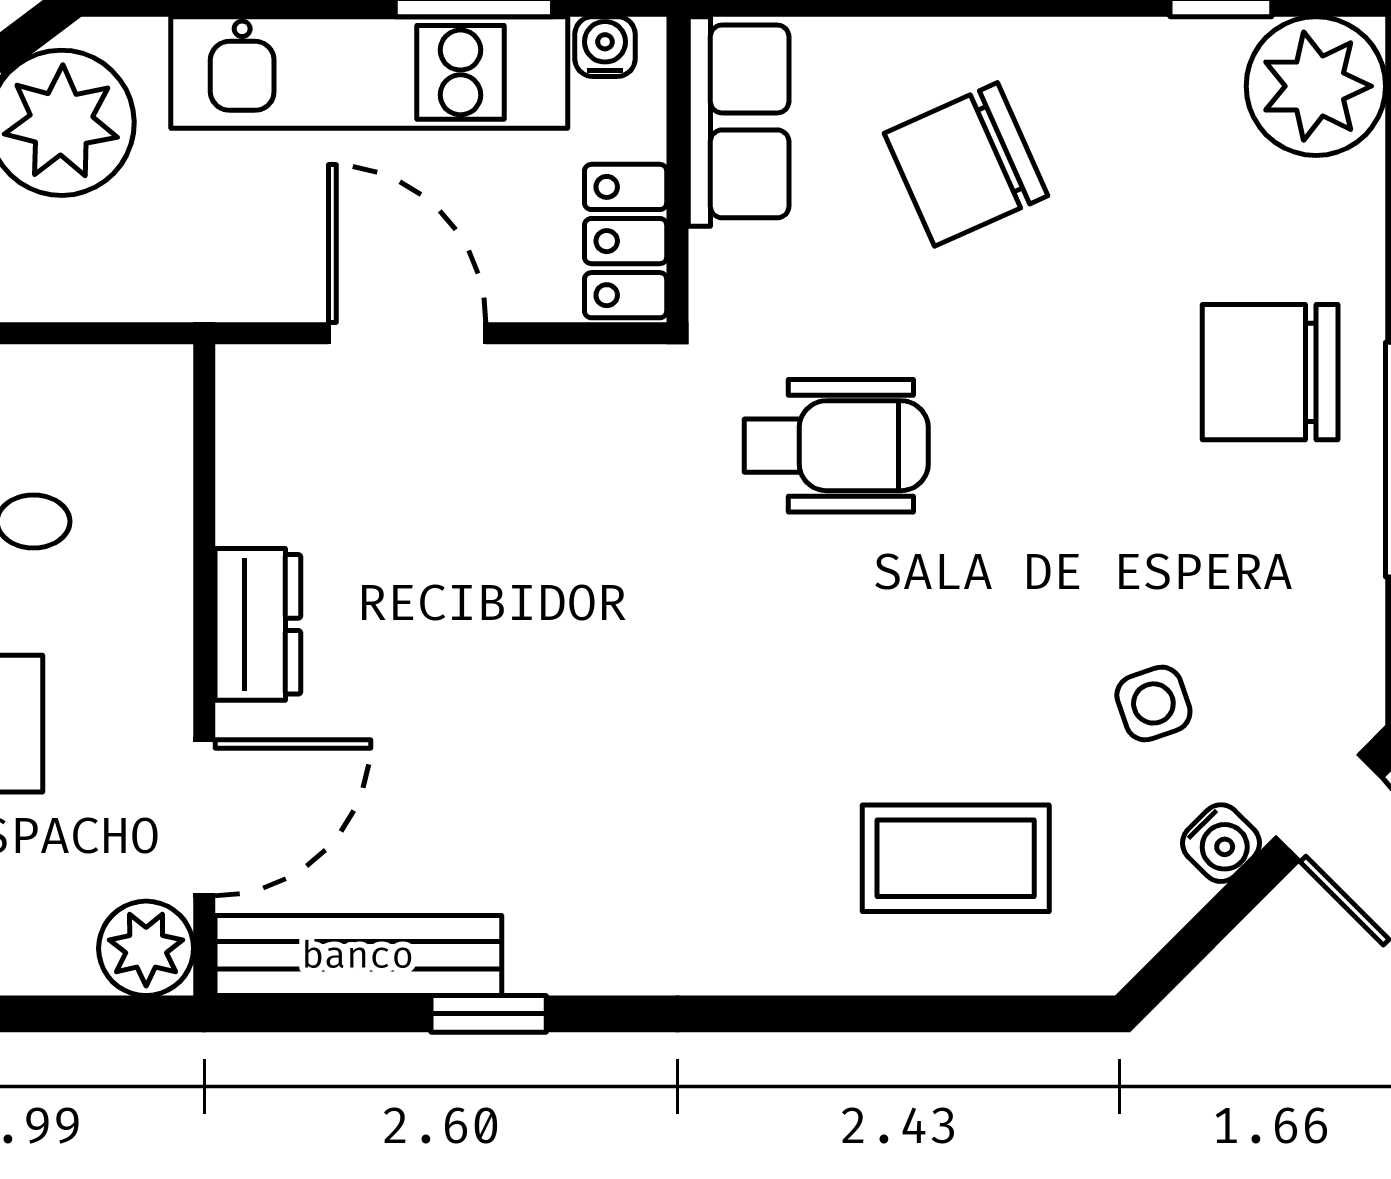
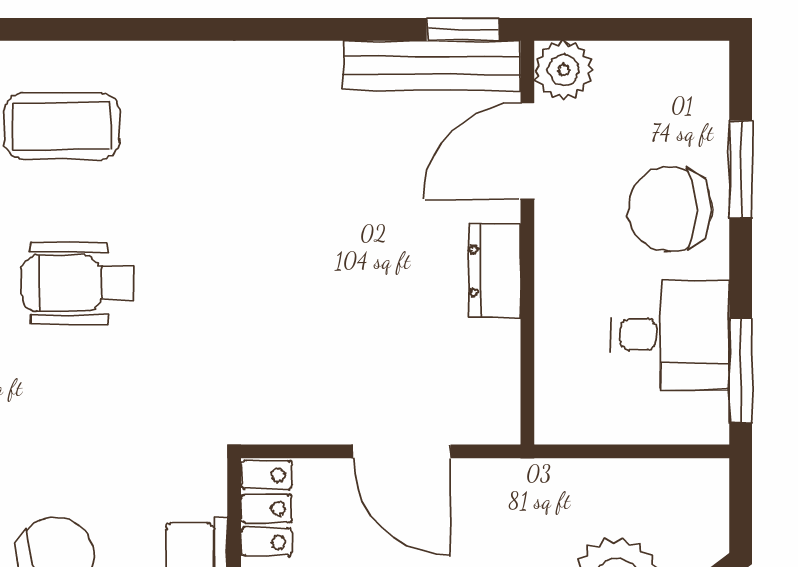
wheelchair: (836, 446) -> (78, 283), moved
window: (489, 1014) -> (463, 29), moved

